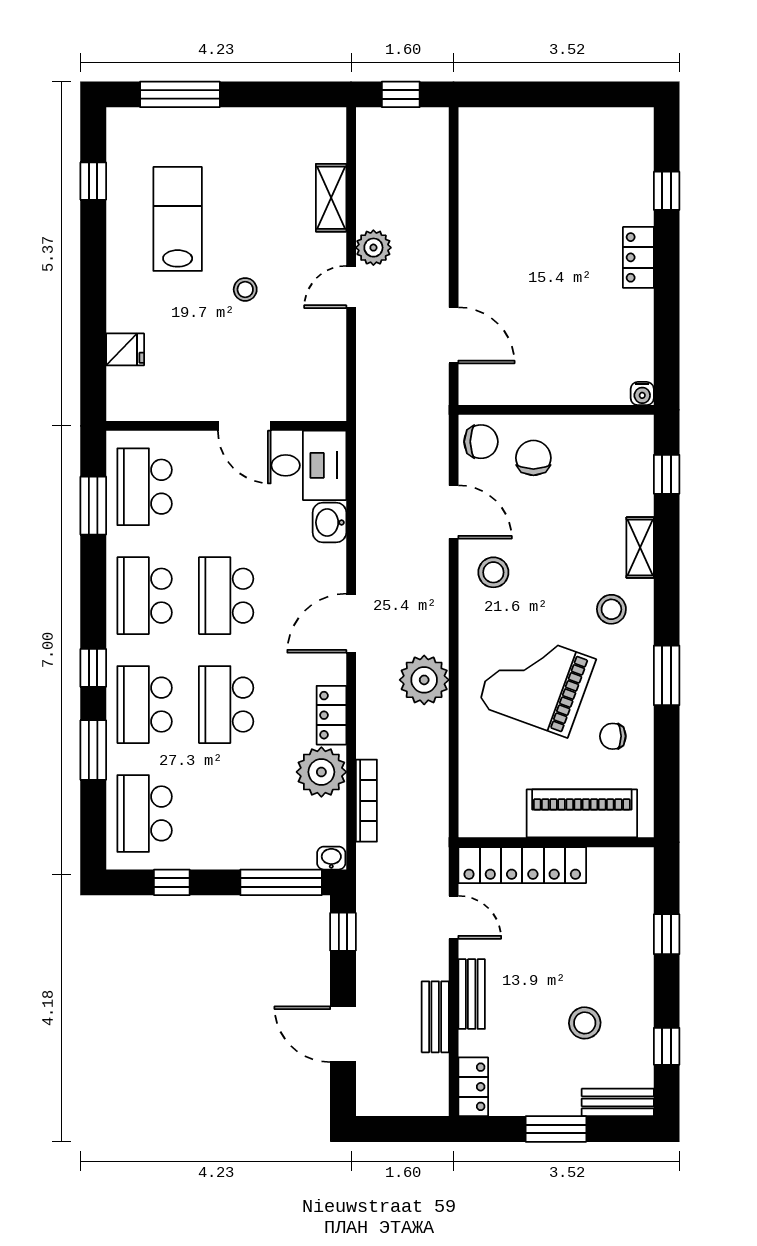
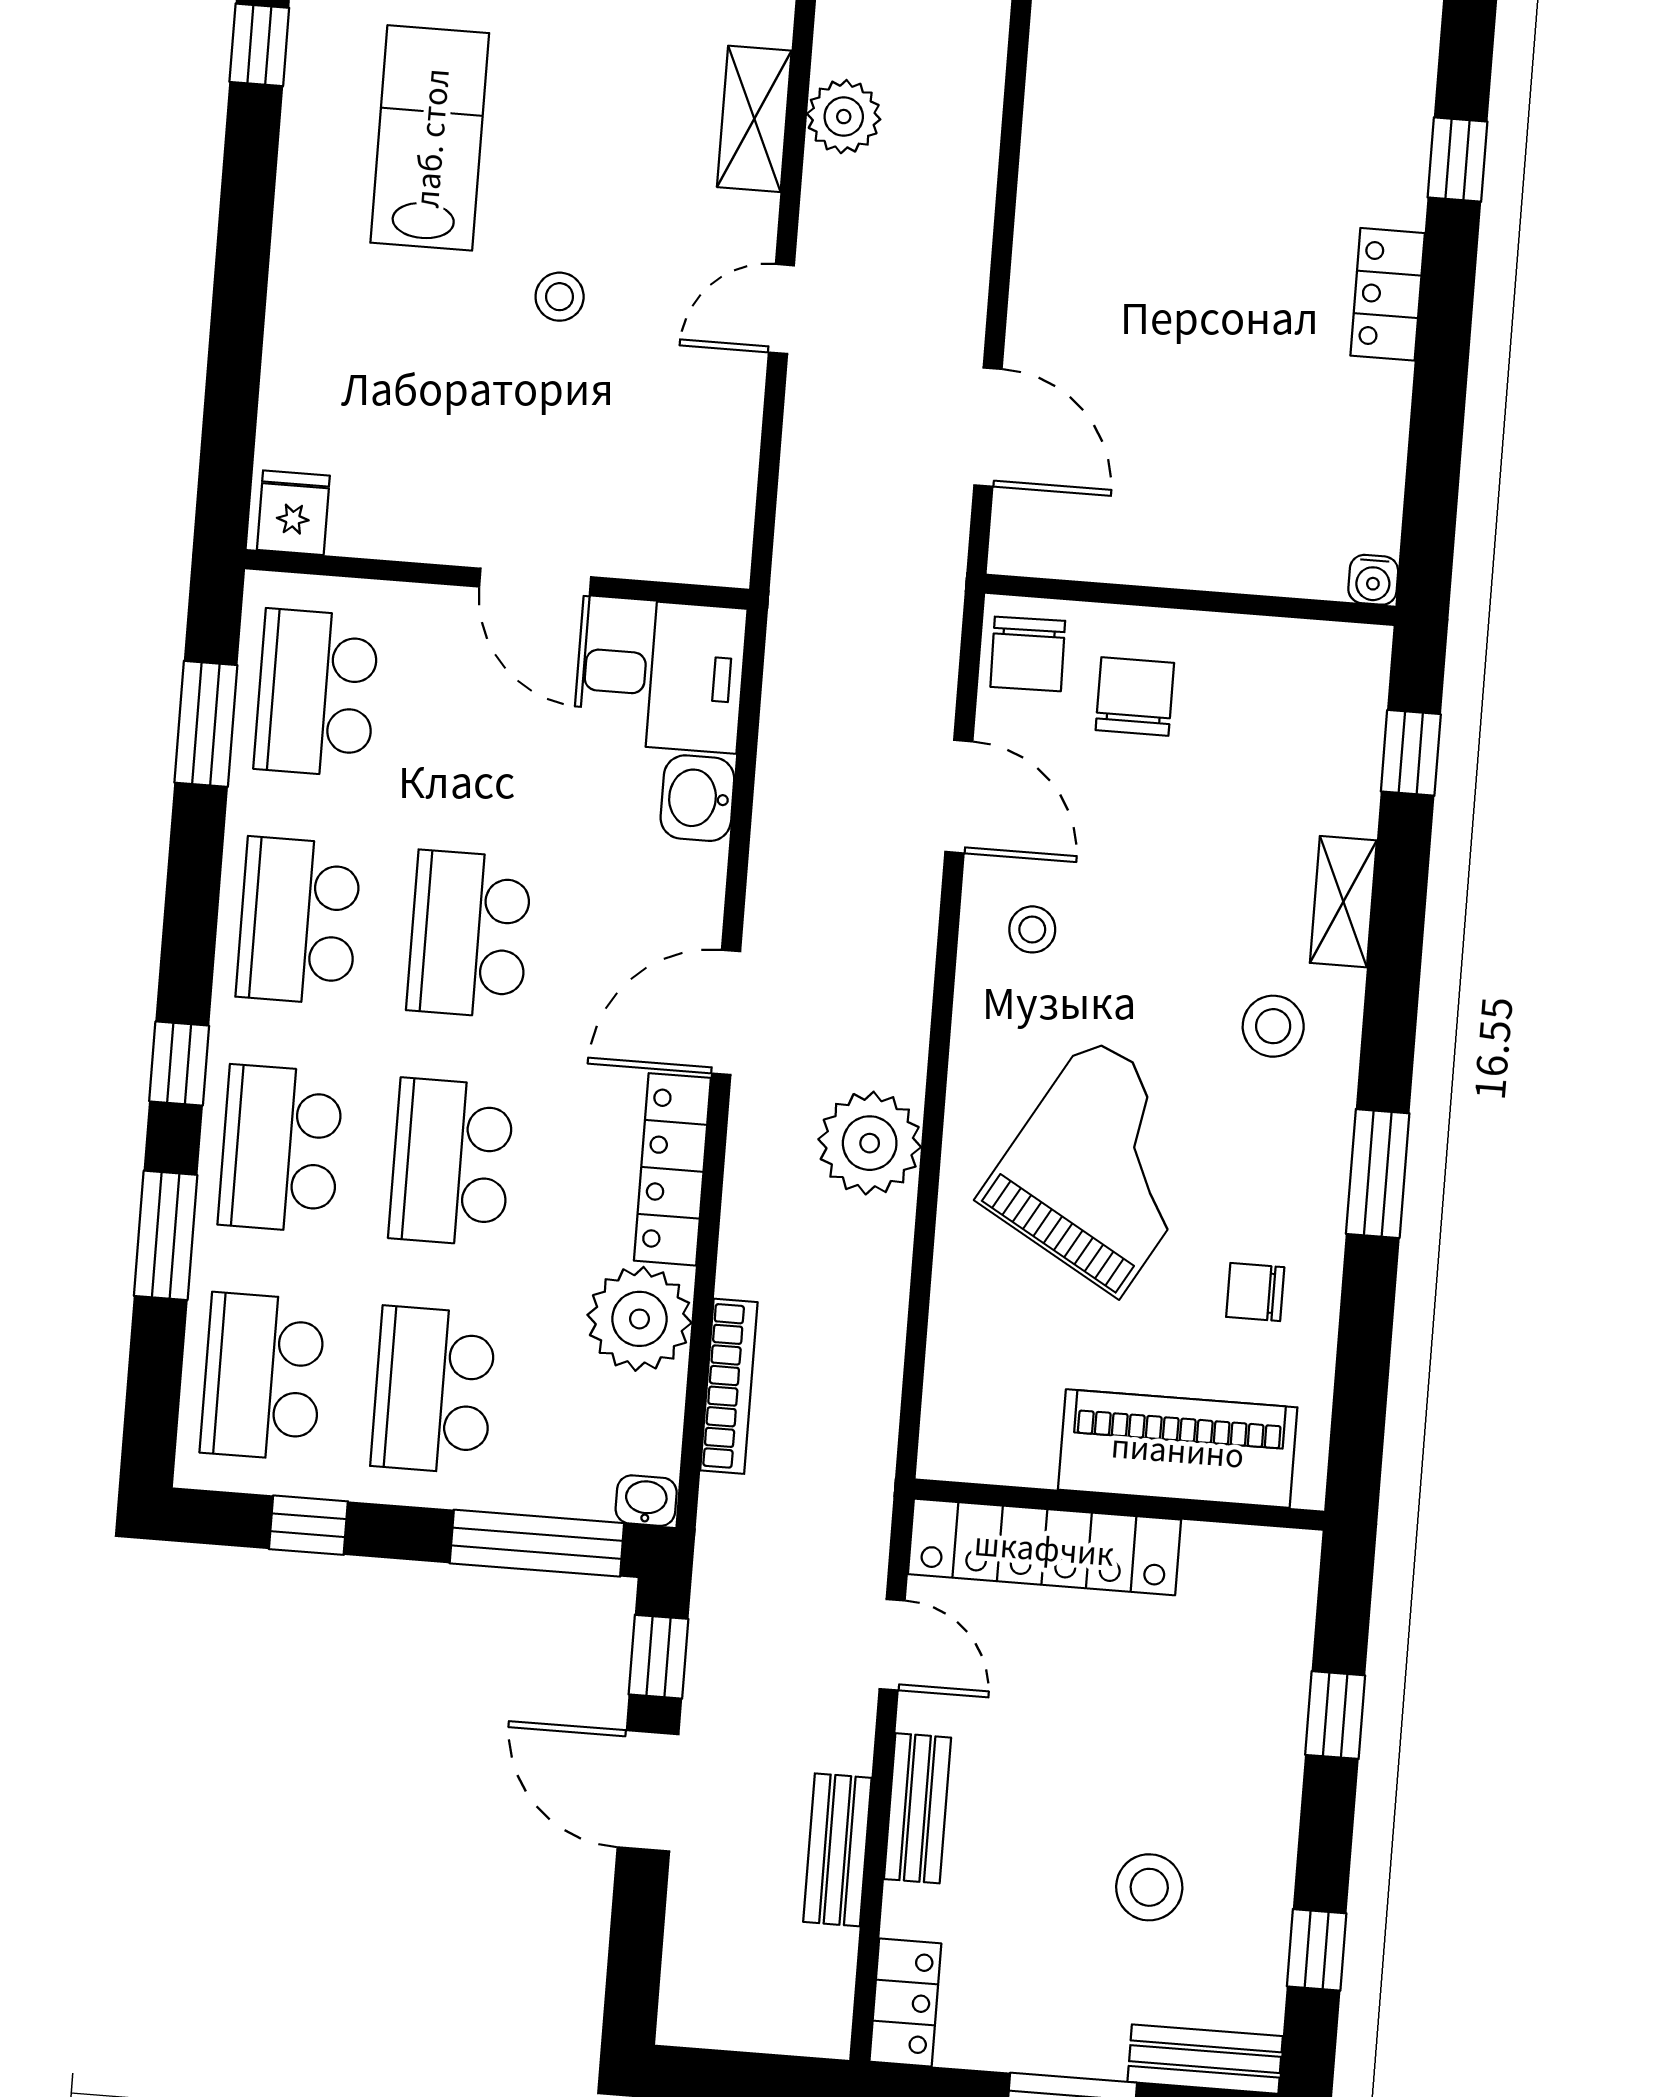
plant: (373, 248) -> (844, 117), moved
fridge: (125, 349) -> (293, 513), moved, turned -90
chair: (481, 442) -> (1028, 654), turned 89
stool: (493, 572) -> (1032, 929), width x0.73, depth x0.73
grand piano: (536, 682) -> (1104, 1166), turned 100
locker: (331, 715) -> (672, 1169), width x1.53
school desk: (226, 813) -> (433, 1390), added
door: (343, 1034) -> (648, 1791), moved

